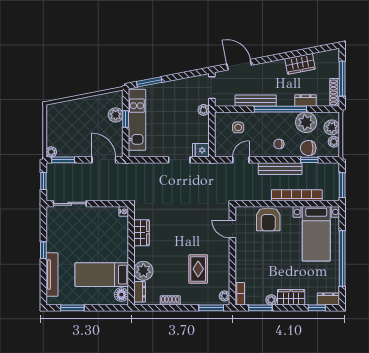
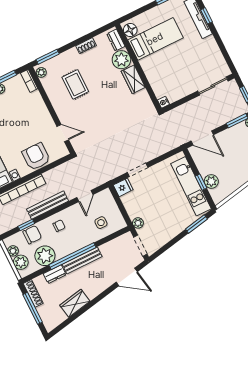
bench: (256, 101) -> (82, 260), moved
wardrobe: (141, 233) -> (133, 79), moved
window: (43, 250) -> (206, 16), moved

